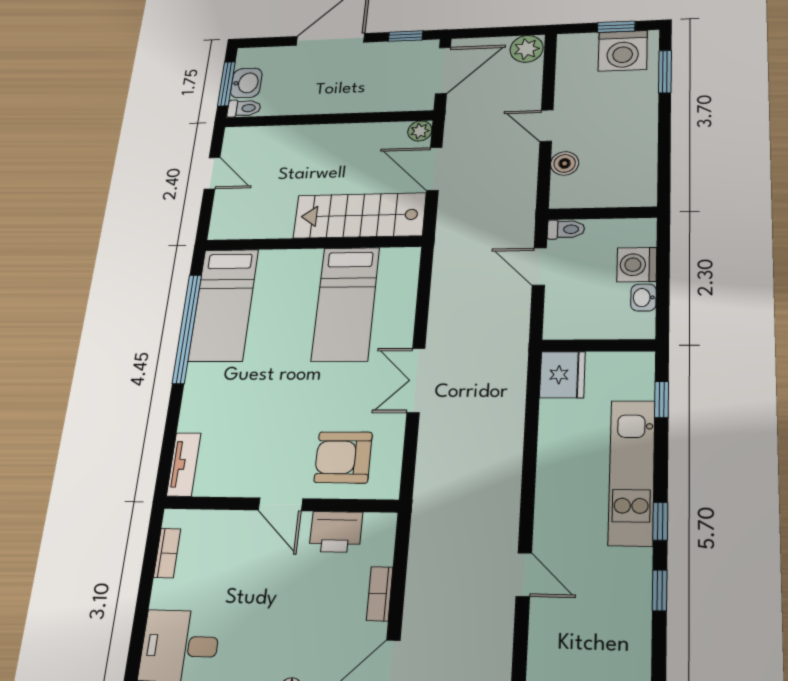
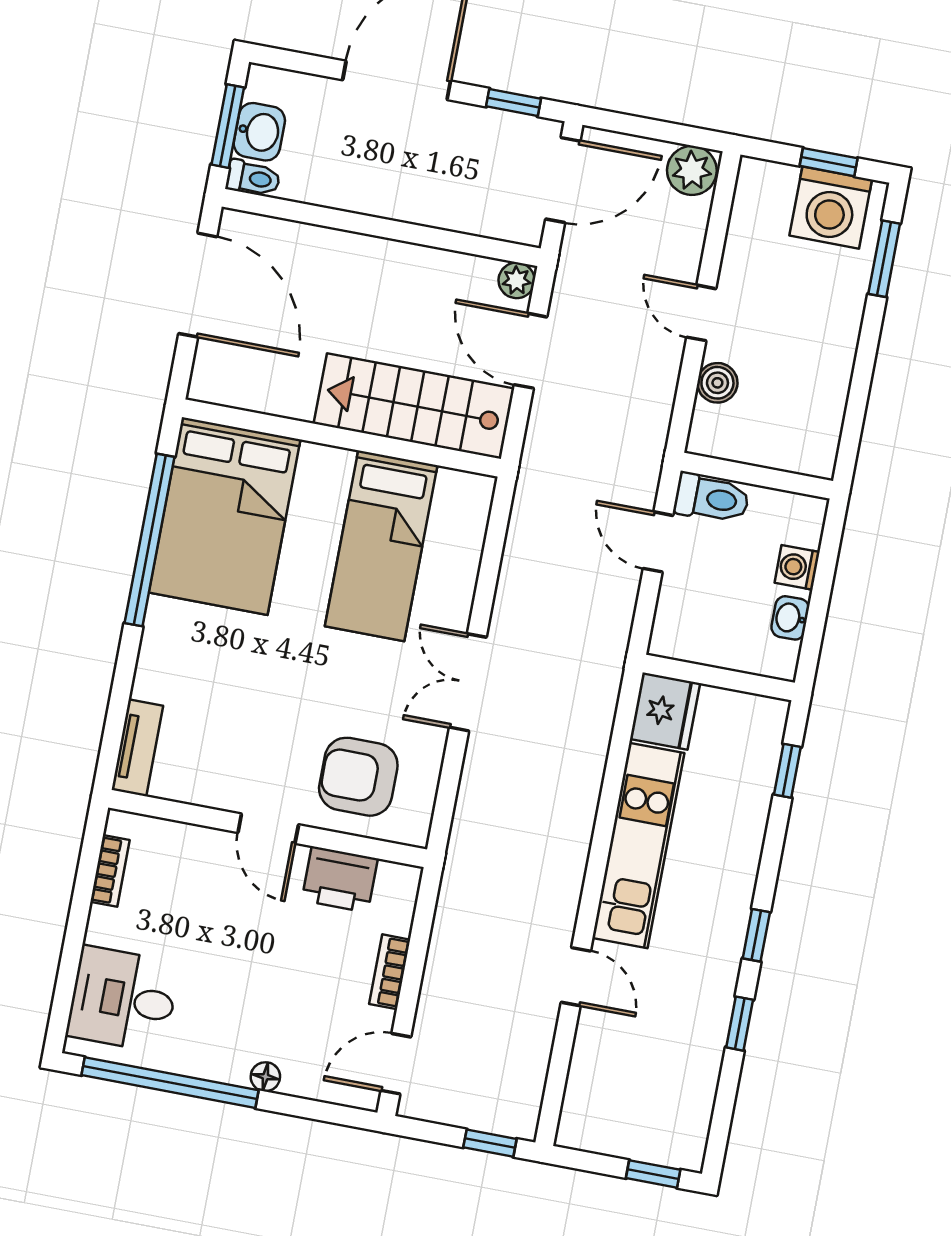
door: (212, 173) -> (198, 285), width x1.87
toilet: (566, 229) -> (712, 498), width x1.37, depth x1.39
washing machine: (637, 265) -> (797, 567), width x0.73, depth x0.73
bed: (224, 305) -> (225, 516), width x1.50
kitchen unit: (632, 472) -> (638, 846), moved, turned 180

